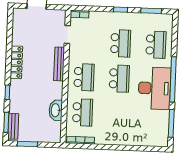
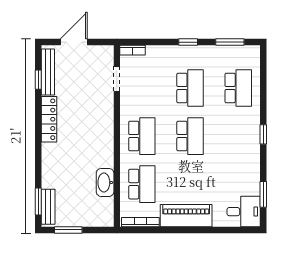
bench: (59, 64) -> (48, 72), moved
window: (173, 79) -> (263, 134), width x0.32
desk: (155, 88) -> (244, 212), moved, width x0.53, depth x0.77
window: (7, 92) -> (38, 80), moved
window: (171, 123) -> (263, 194), width x0.69
piano: (114, 137) -> (186, 216), added

